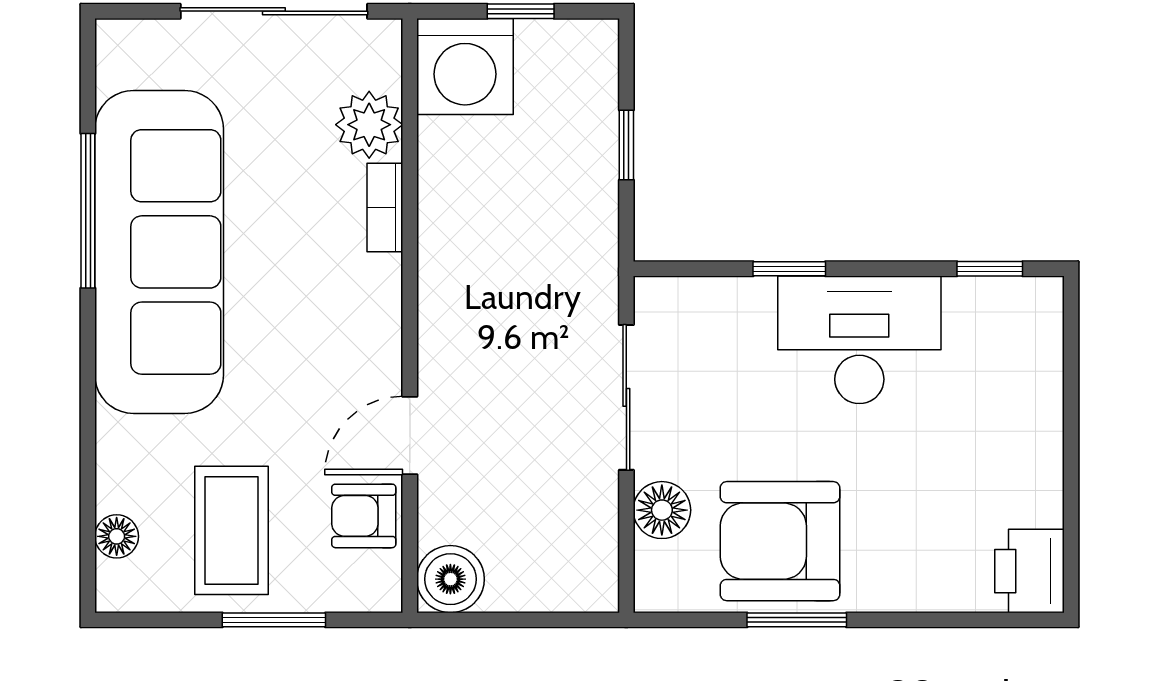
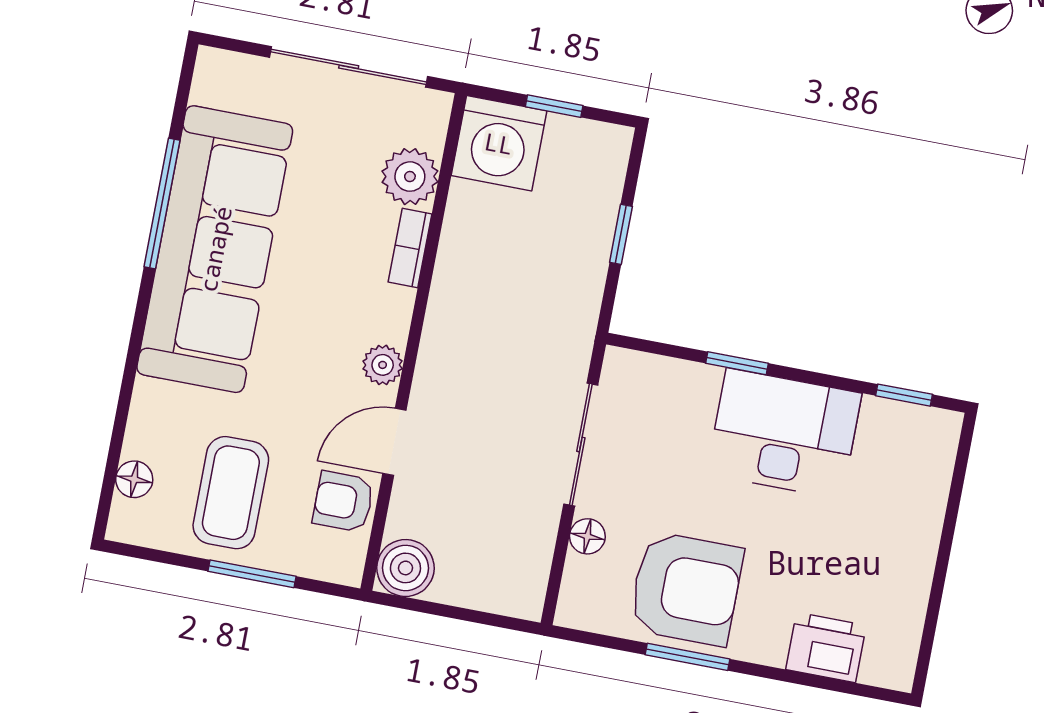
plant: (379, 349) -> (383, 365), added
floor lamp: (662, 510) -> (587, 536), width x0.73, depth x0.73
armchair: (780, 541) -> (686, 589), turned 180
printer: (1029, 571) -> (826, 647), moved, turned 90

